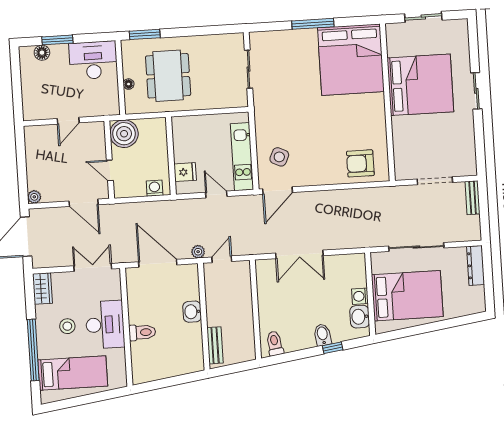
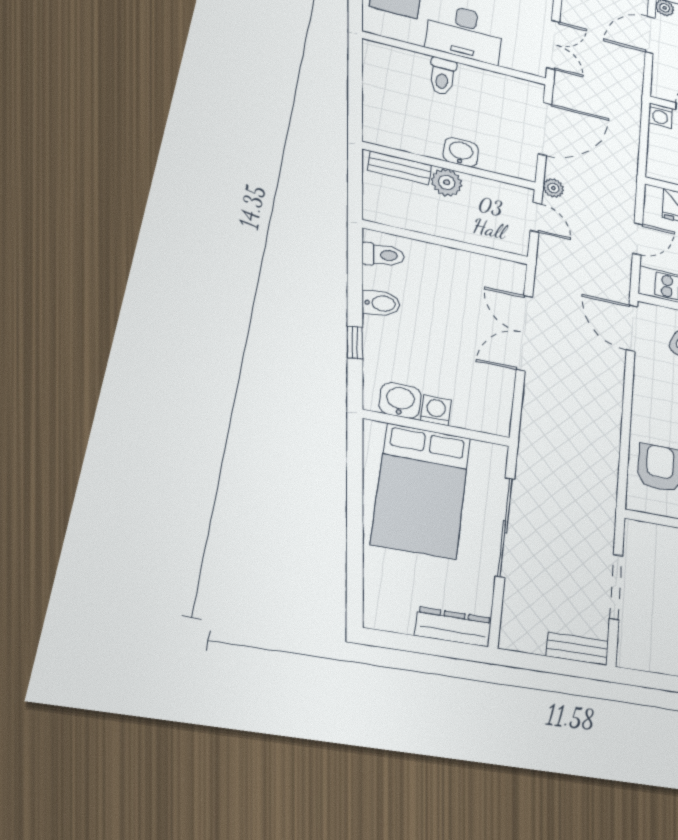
washing machine: (155, 188) -> (660, 115), moved, turned 90
door: (84, 203) -> (650, 35), moved
plant: (216, 316) -> (447, 182), added
bidet: (323, 335) -> (381, 303), moved

